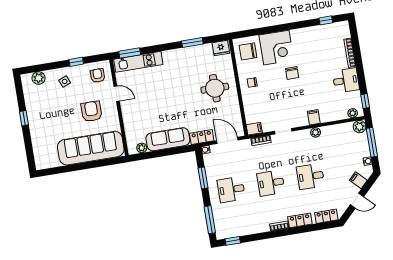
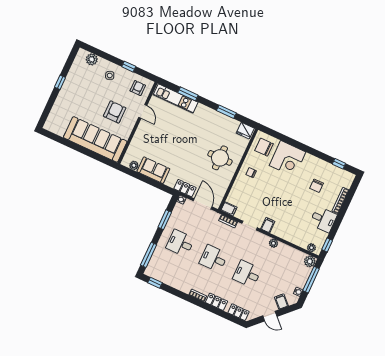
window: (130, 53) -> (188, 94), moved
chair: (292, 73) -> (317, 186), moved
filing cabinet: (314, 117) -> (268, 225), moved
sofa: (168, 139) -> (153, 170), width x0.73

